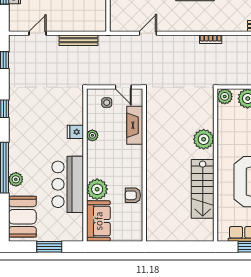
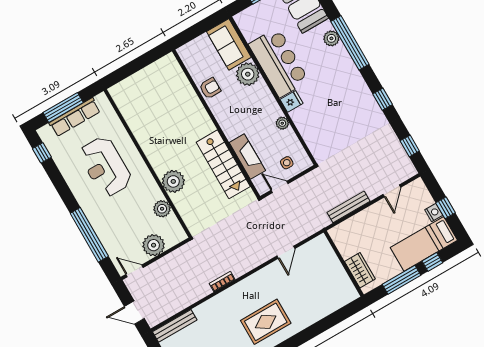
plant: (225, 96) -> (162, 209), moved
fridge: (75, 132) -> (291, 101), moved
stairs: (203, 189) -> (223, 164), moved, turned 180

